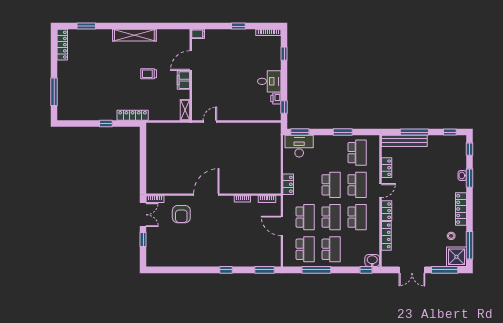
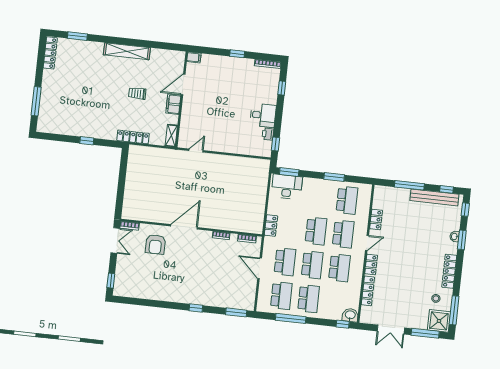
locker: (133, 115) -> (133, 137), moved
bench: (404, 141) -> (434, 197), moved
window: (143, 239) -> (111, 281), moved

